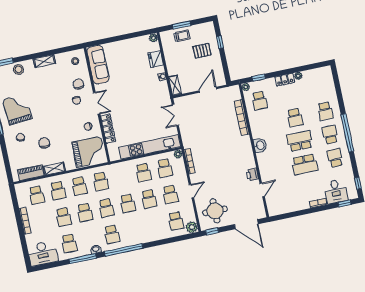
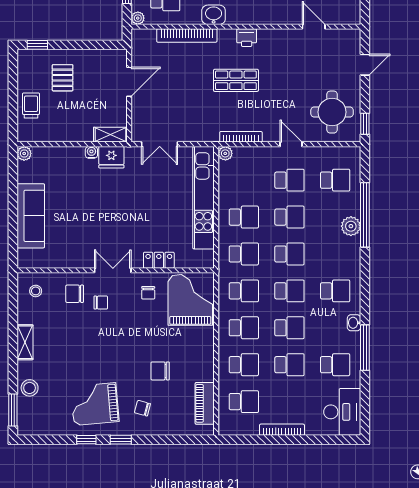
window: (181, 25) -> (13, 103), removed
window: (220, 42) -> (37, 45), moved
fridge: (156, 59) -> (111, 157), moved
sofa: (98, 65) -> (31, 216), moved, turned 90
door: (208, 90) -> (129, 82), swing flipped
locker: (108, 129) -> (159, 260), width x0.66
washbasin: (260, 145) -> (214, 15), moved
shop shelf: (222, 151) -> (236, 80), added
school desk: (165, 168) -> (244, 254), moved
shelving: (54, 169) -> (206, 363), removed
printer: (252, 175) -> (247, 38), moved
door: (246, 224) -> (365, 65), width x0.53
plant: (192, 227) -> (351, 226), moved
window: (124, 250) -> (365, 215), moved

